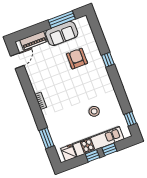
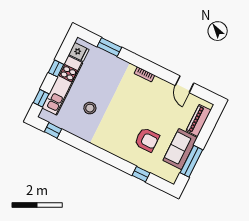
window: (108, 60) -> (141, 174), moved
door: (17, 61) -> (185, 84), moved
window: (109, 149) -> (41, 98), moved

